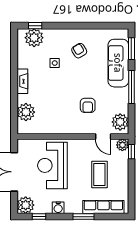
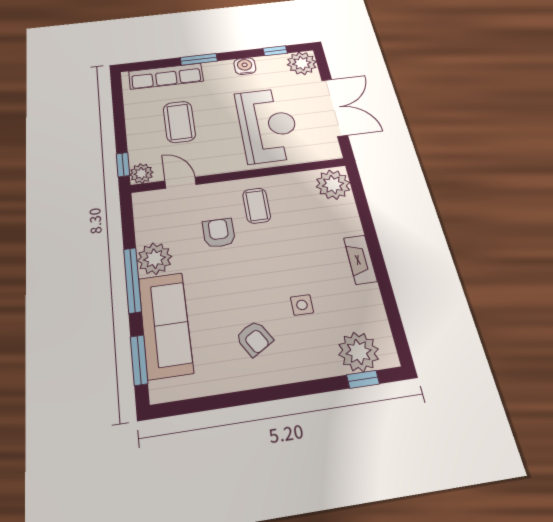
plant: (26, 112) -> (333, 185), moved
coffee table: (67, 118) -> (257, 206), added
plant: (120, 122) -> (155, 259), moved

